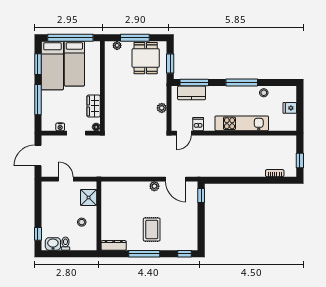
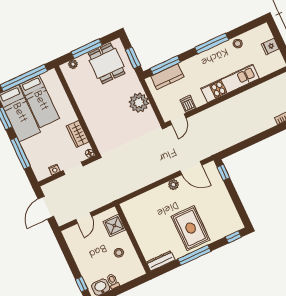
plant: (162, 108) -> (139, 103), width x1.88, depth x1.88
door: (66, 179) -> (84, 218), swing flipped
rug: (152, 230) -> (191, 228), width x1.36, depth x1.43

